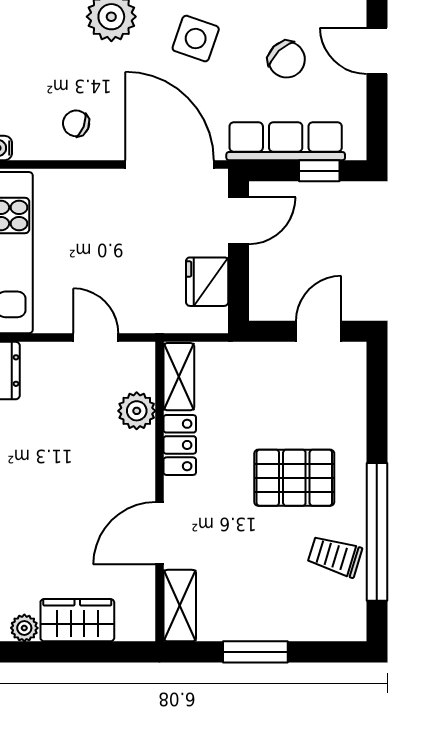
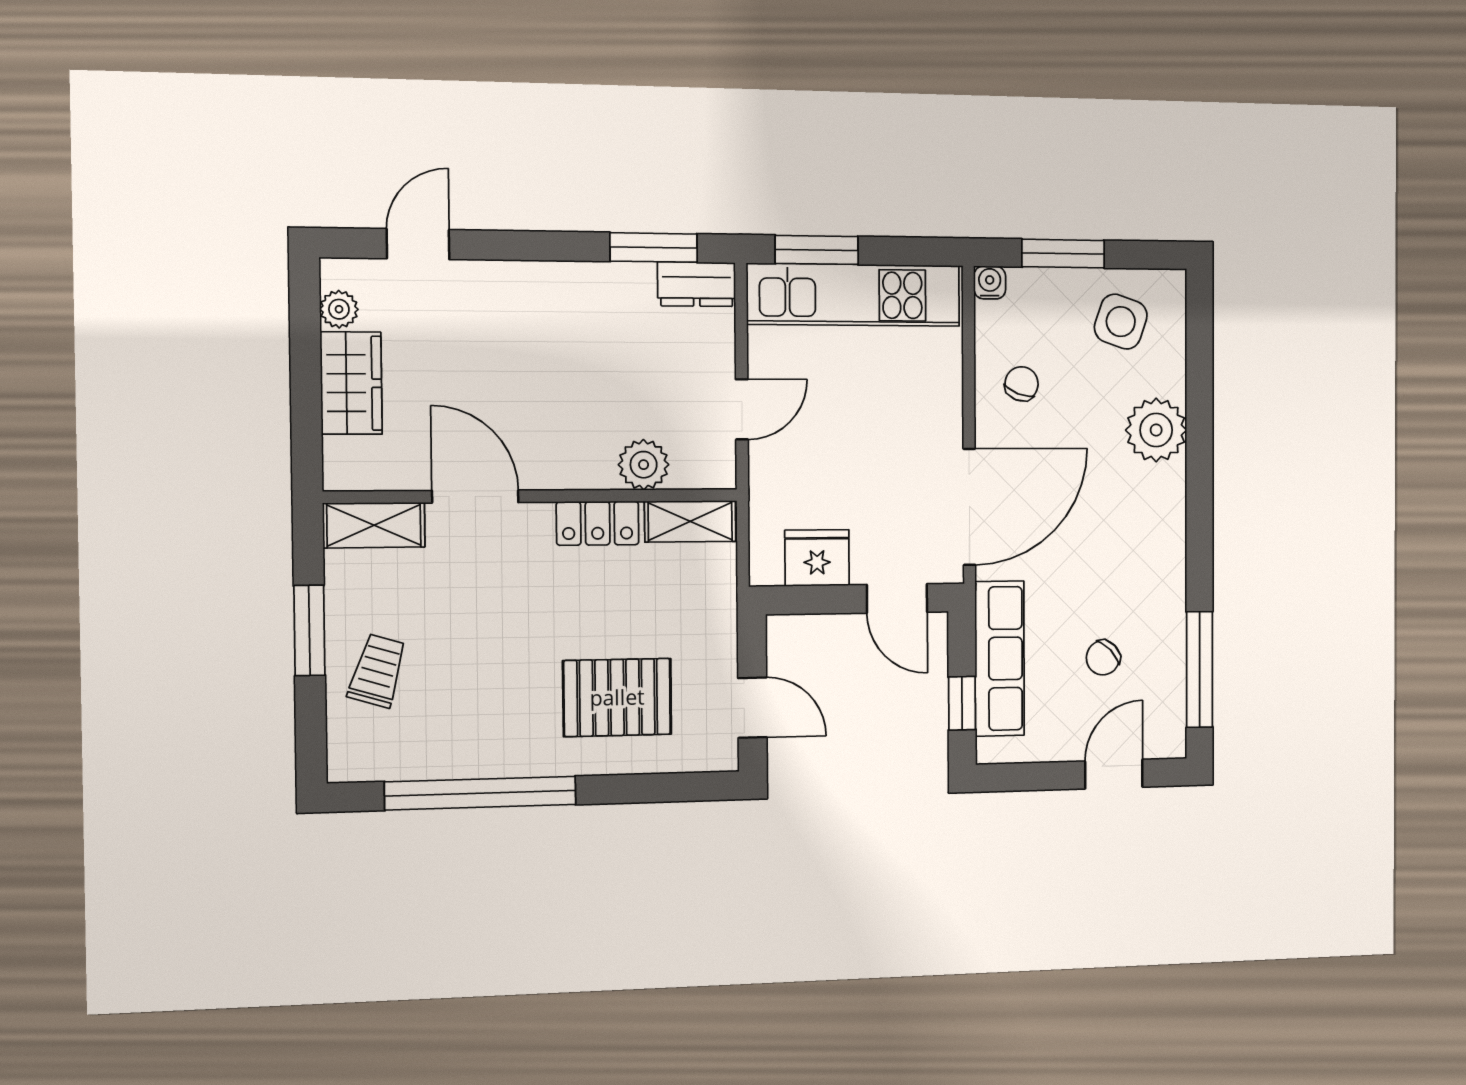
side table: (196, 39) -> (1121, 322), moved
chair: (287, 59) -> (1103, 658), width x0.73, depth x0.73
pallet: (294, 478) -> (617, 697), moved, turned 90
trolley: (335, 556) -> (378, 671), moved

